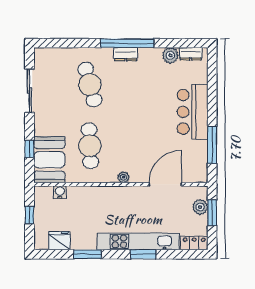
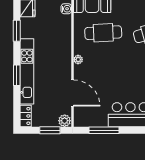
plant: (200, 207) -> (65, 121), moved

